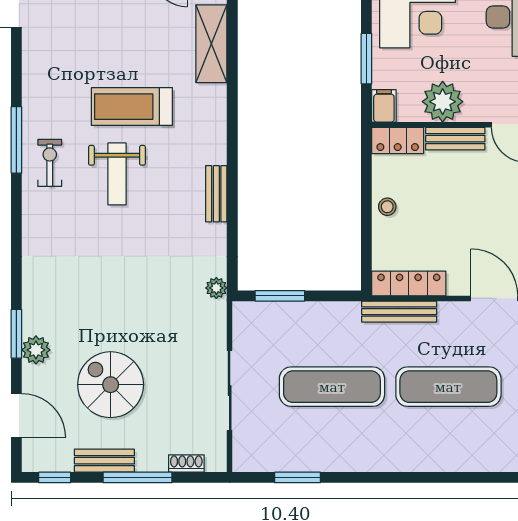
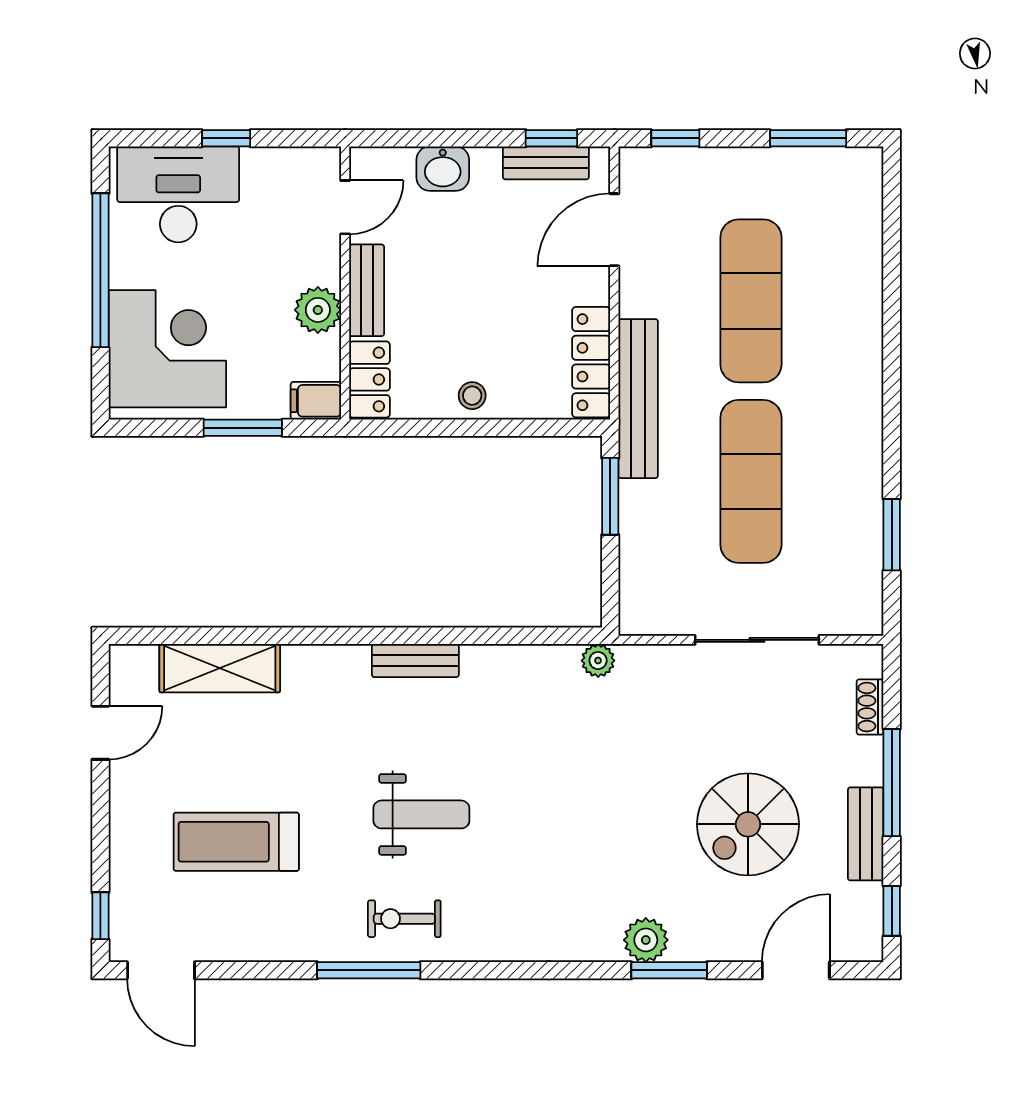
plant: (443, 102) -> (318, 310), width x0.73, depth x0.73
treadmill: (132, 107) -> (236, 842), moved, turned 90
bench: (216, 194) -> (415, 661), moved
window: (280, 296) -> (610, 496), moved
bench: (399, 312) -> (638, 399), width x1.37, depth x1.21
plant: (36, 350) -> (646, 940), moved

